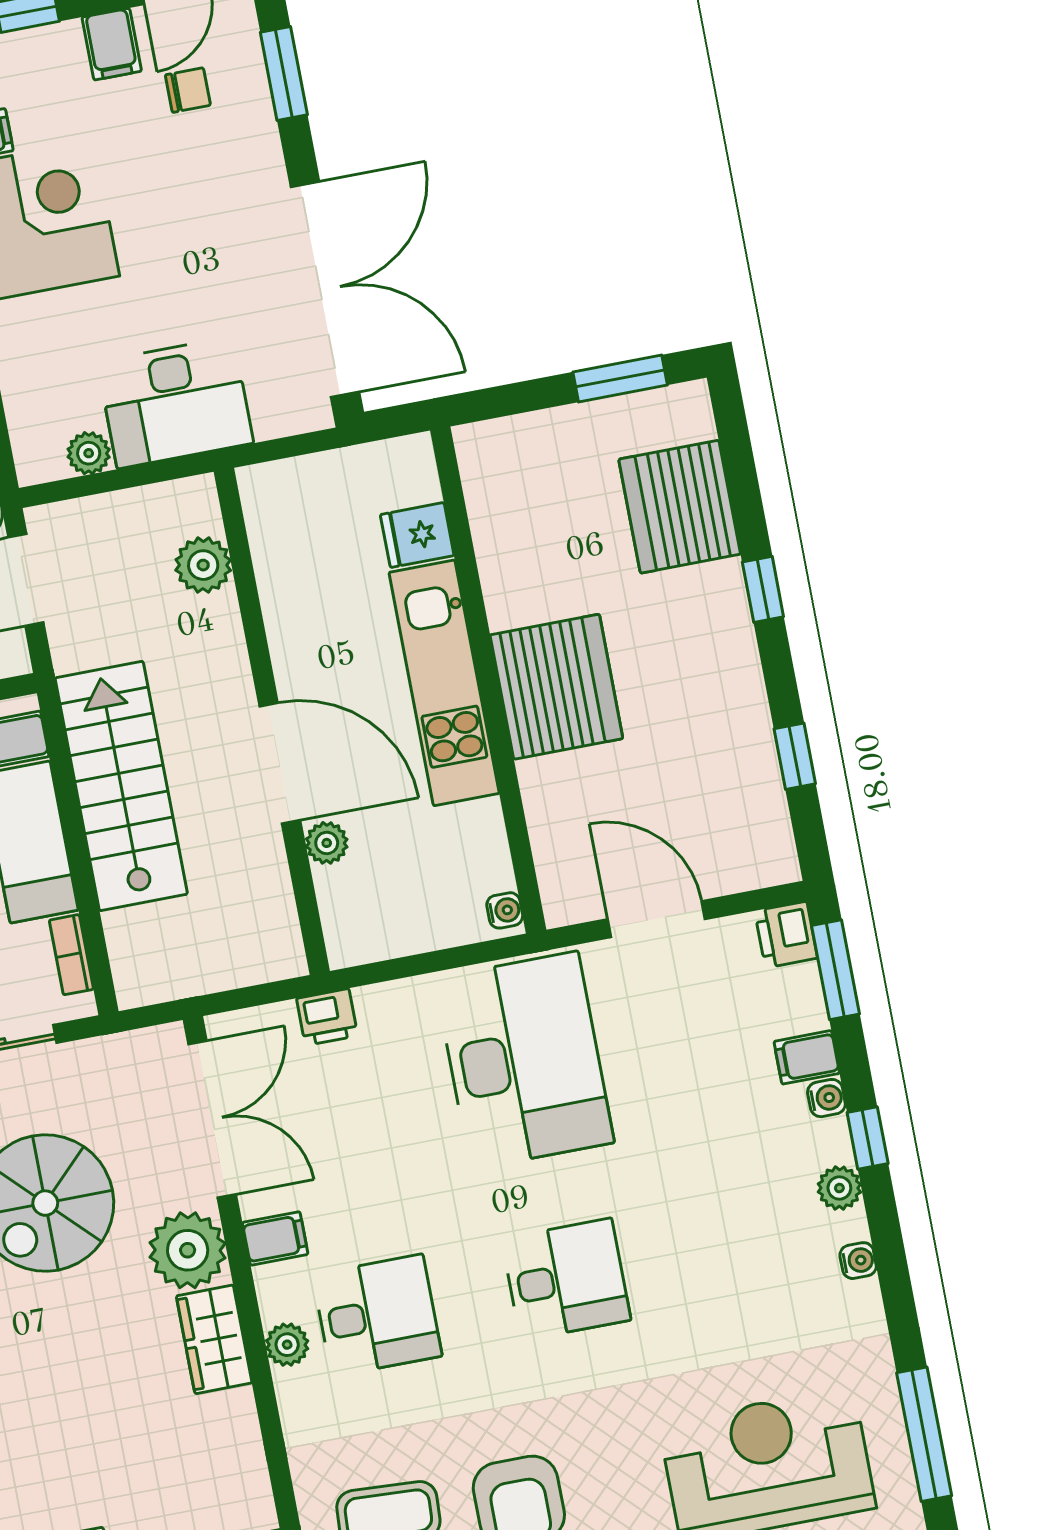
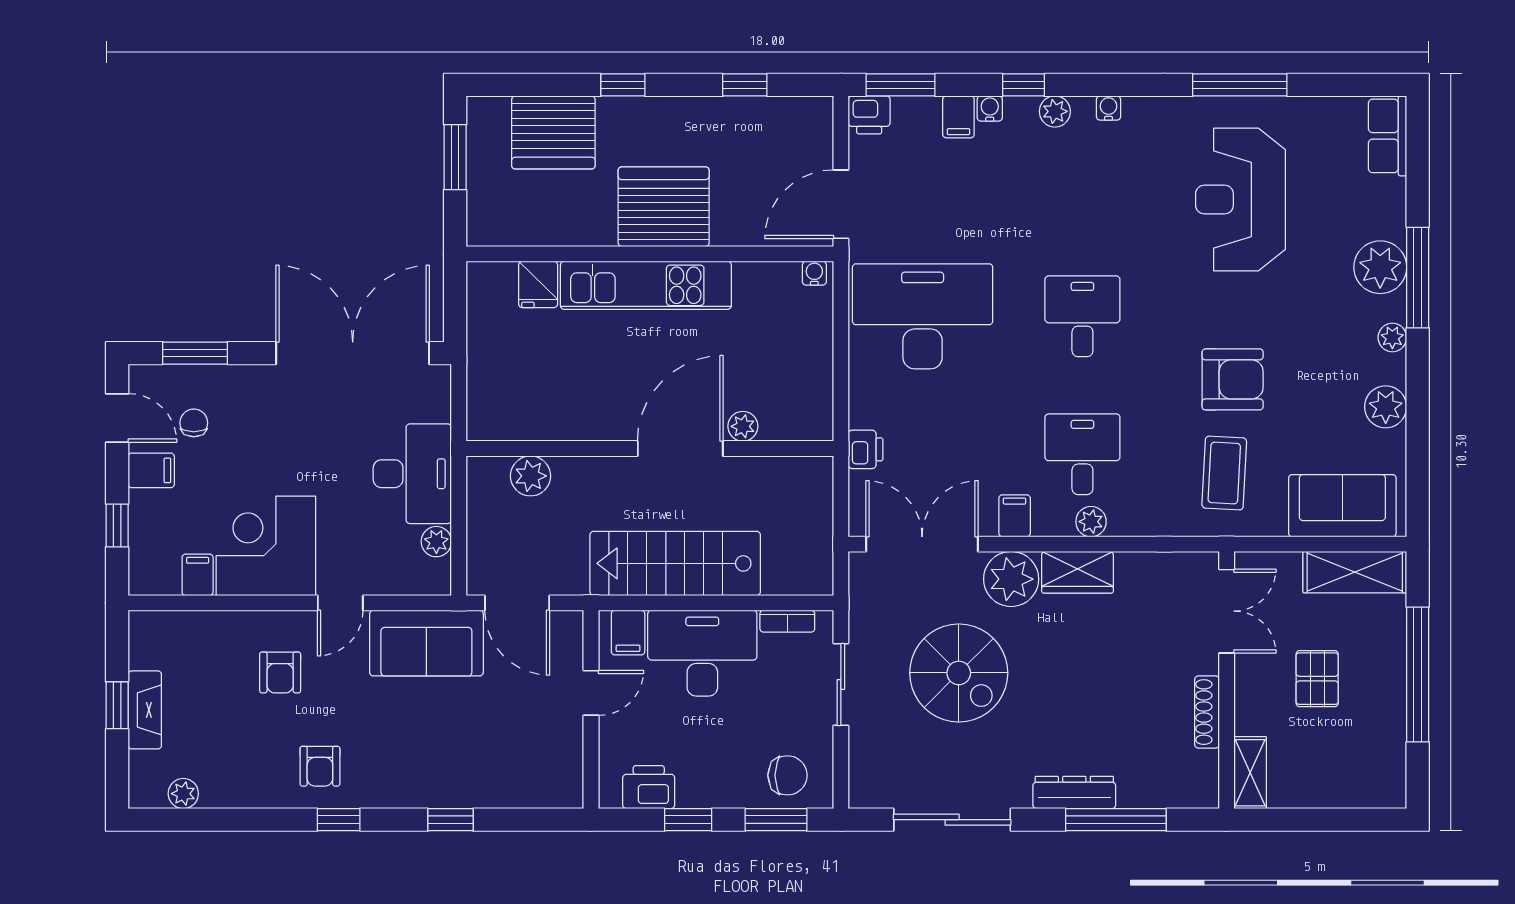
fridge: (417, 535) -> (538, 284), moved
wall: (488, 680) -> (650, 254), moved
kitchen unit: (444, 683) -> (646, 285), moved
server rack: (556, 687) -> (664, 207), moved
water cooler: (505, 910) -> (814, 273), moved

